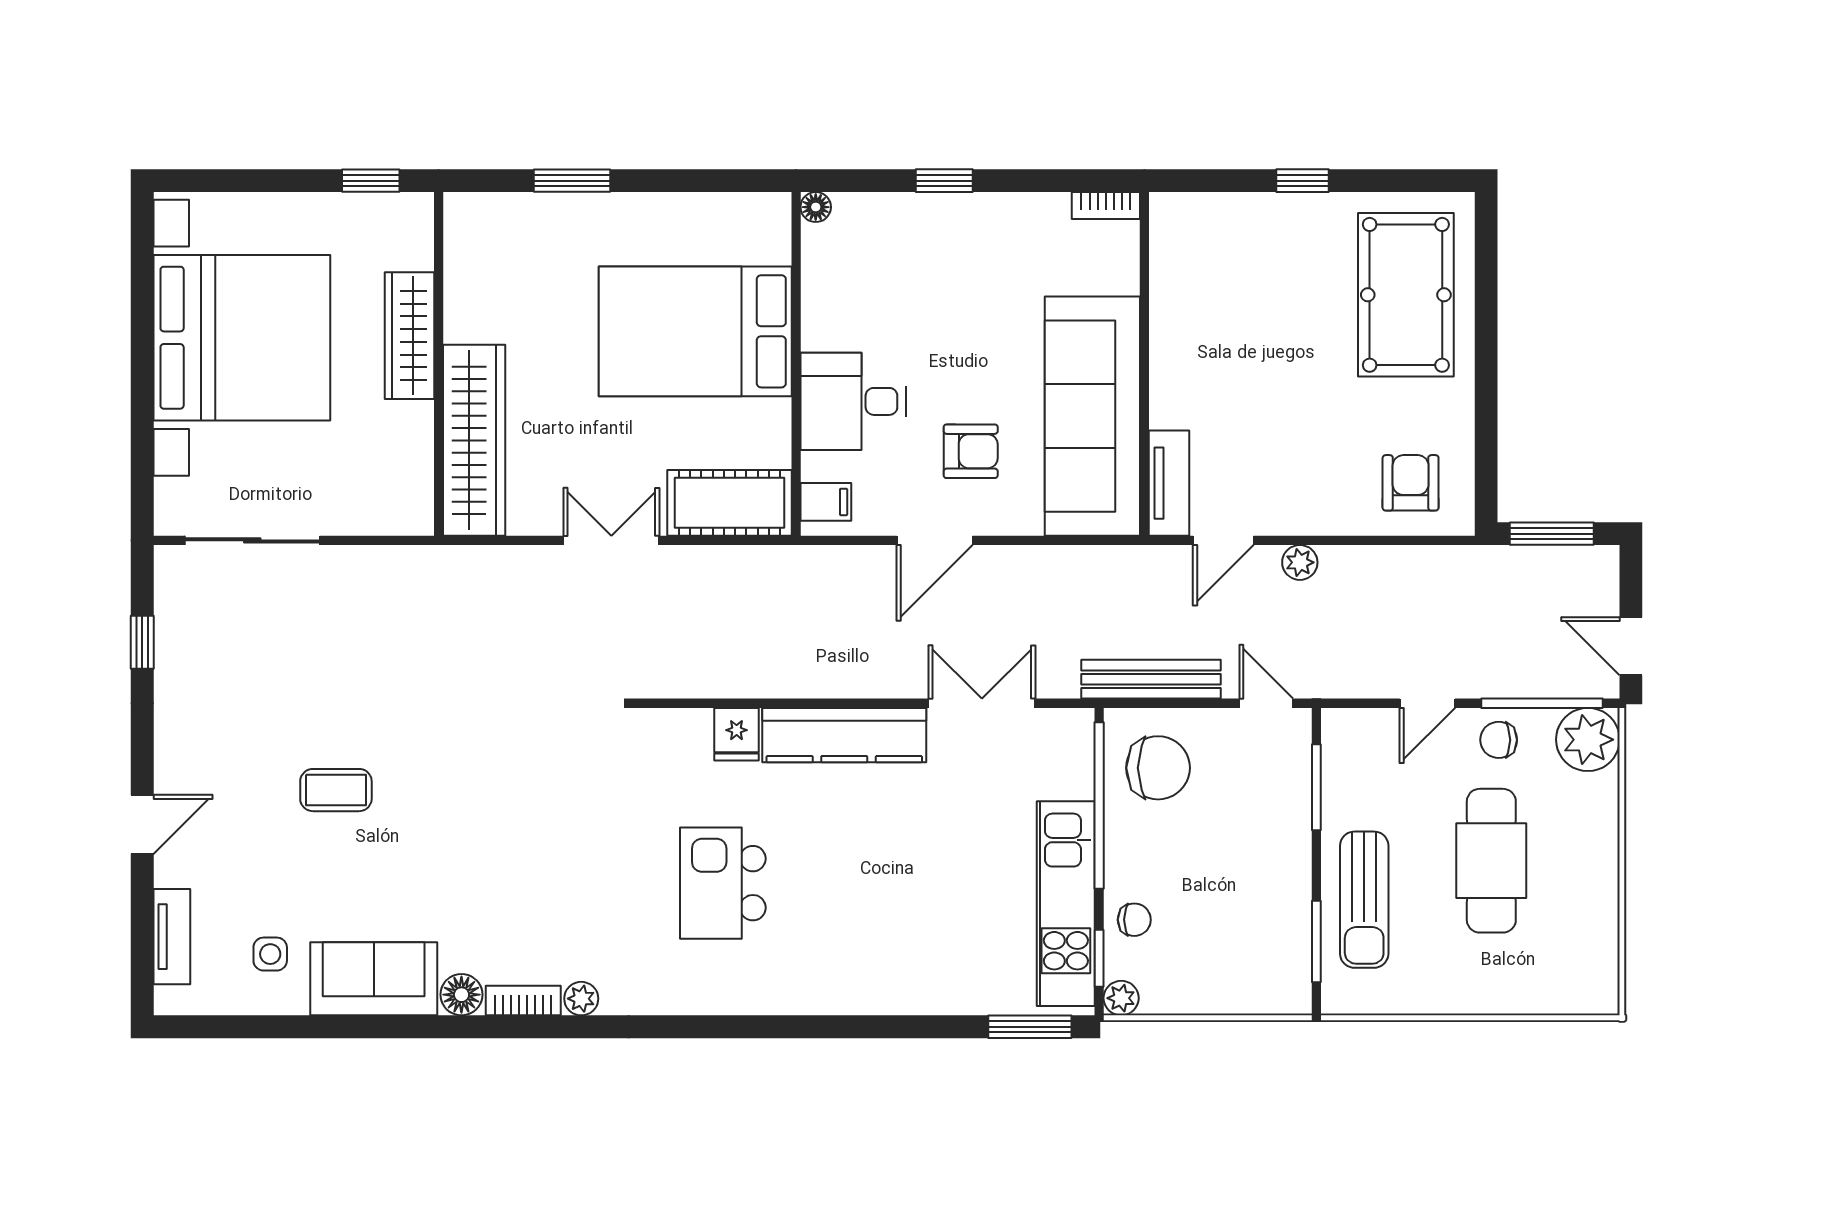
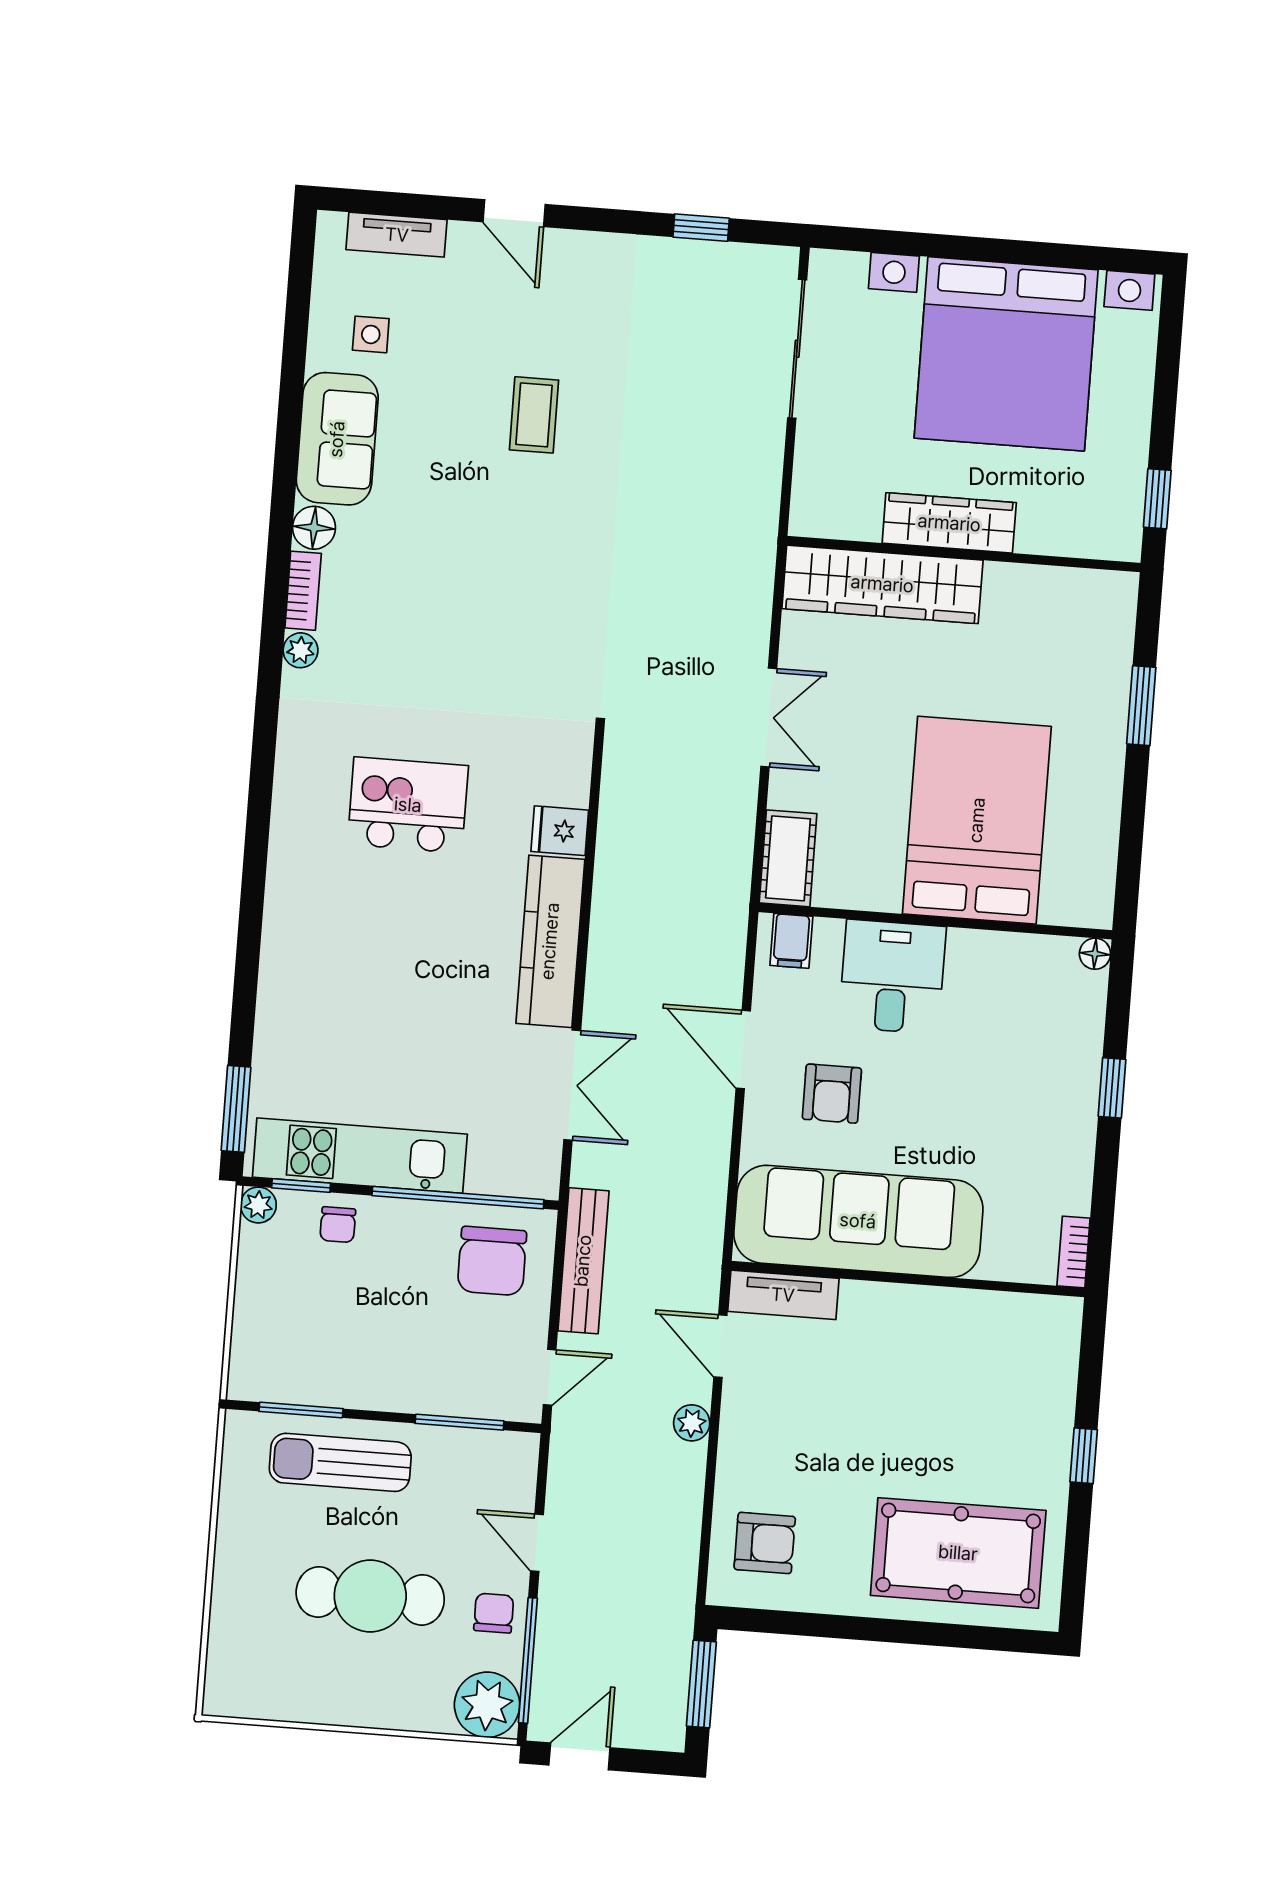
wardrobe: (409, 336) -> (949, 523), moved
cot: (729, 503) -> (788, 858), width x0.73, depth x0.75

